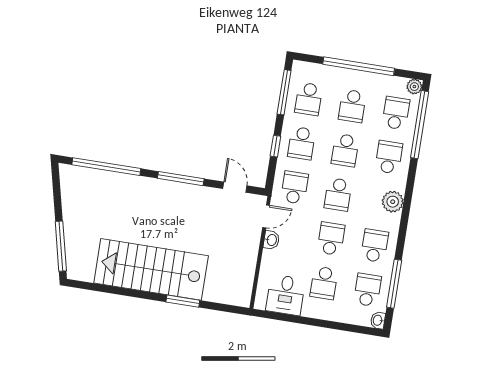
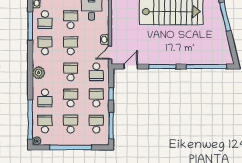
school desk: (396, 113) -> (45, 124), turned 180
door: (235, 187) -> (131, 67), swing flipped
school desk: (331, 239) -> (71, 46), turned 180
school desk: (375, 246) -> (45, 46), turned 180

